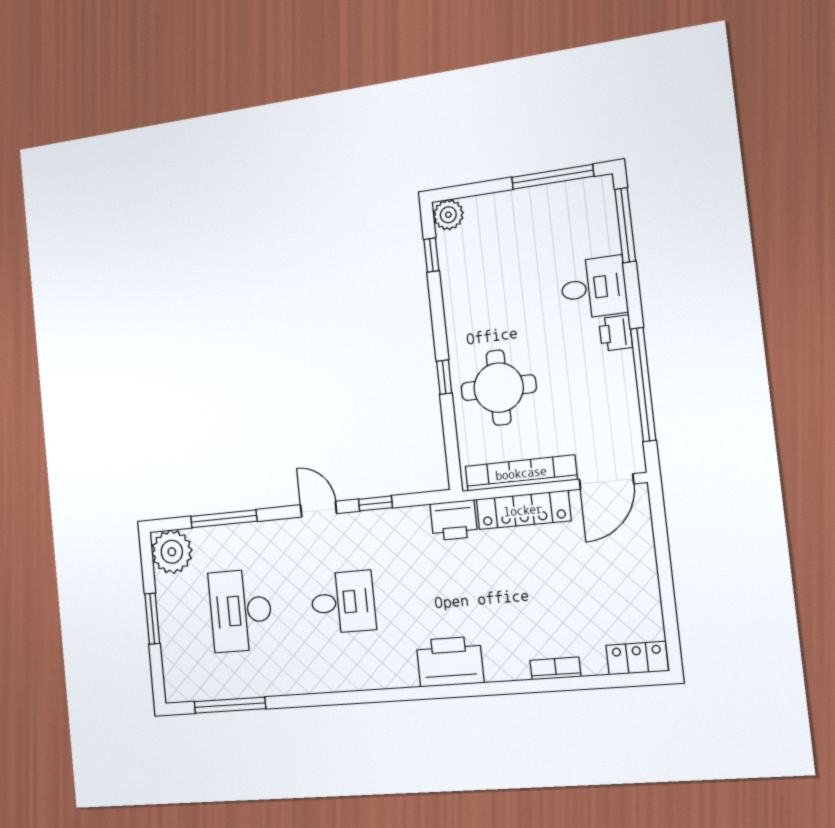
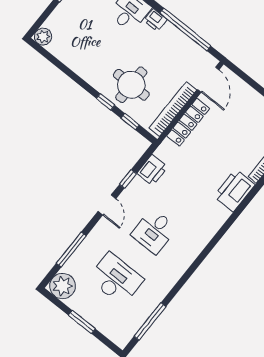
window: (431, 255) -> (130, 122), moved
door: (318, 509) -> (107, 205), swing flipped
printer: (454, 520) -> (152, 170), moved
desk: (343, 602) -> (154, 231), turned 180
desk: (241, 611) -> (116, 279), turned 180
printer: (450, 662) -> (234, 190), moved

